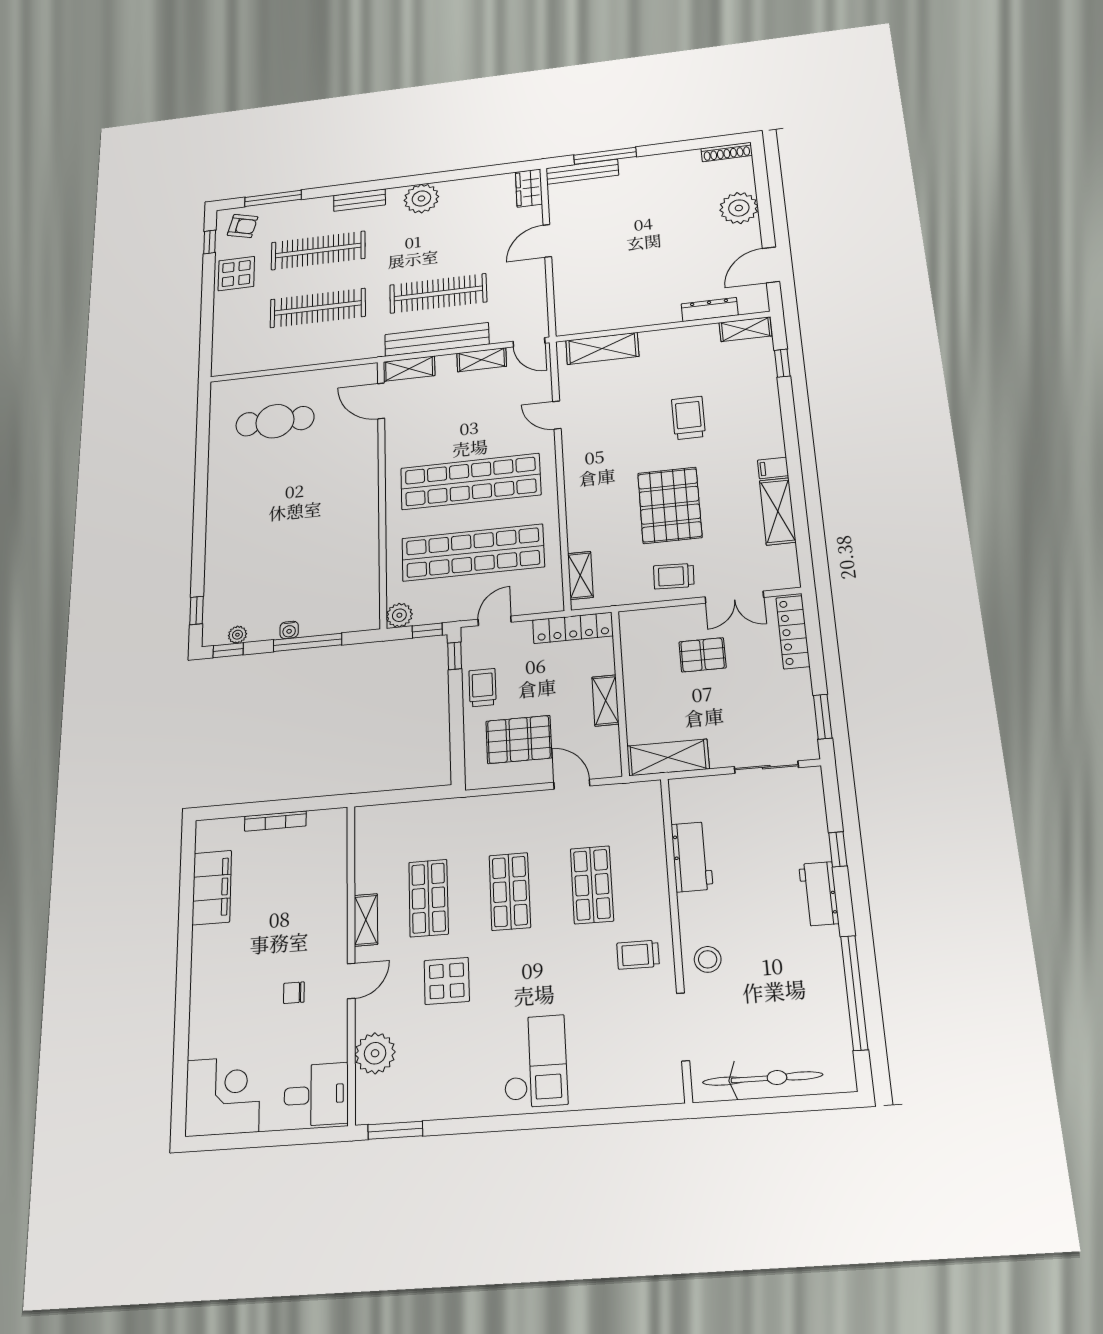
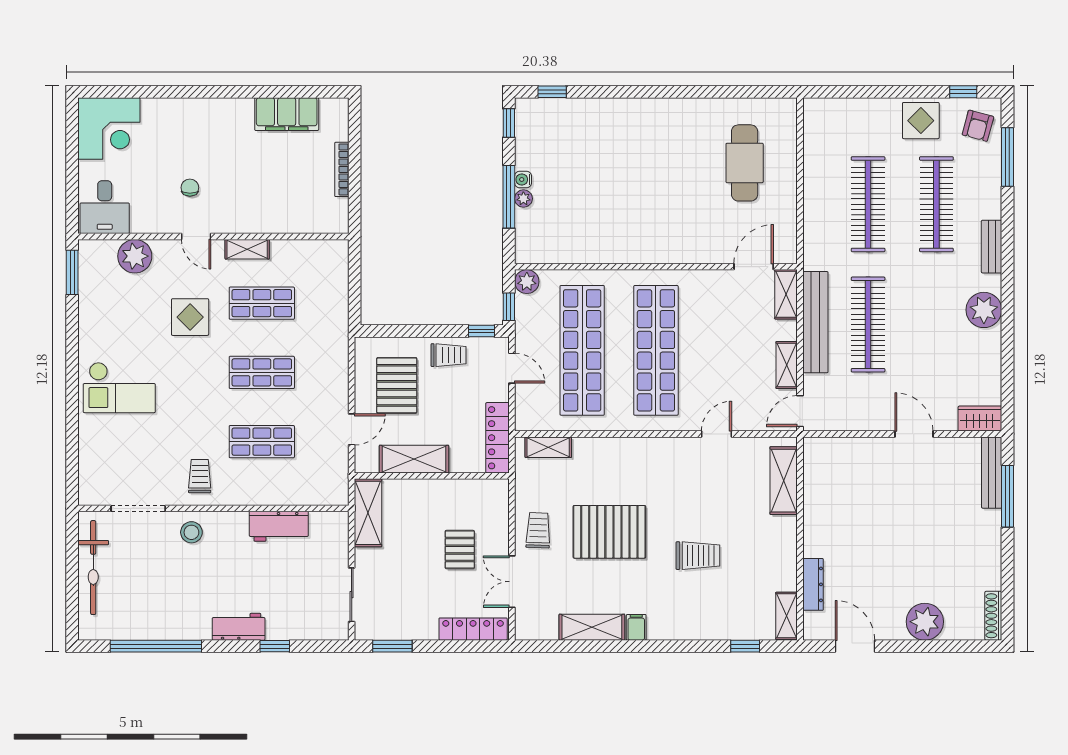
plant: (237, 635) -> (523, 199), moved
shelving: (605, 700) -> (414, 459), width x1.50, depth x1.33

